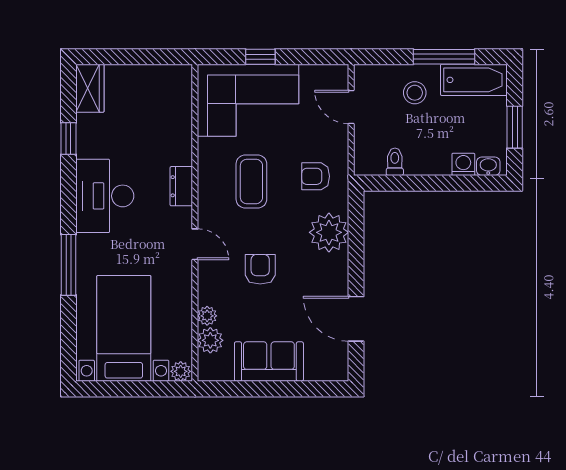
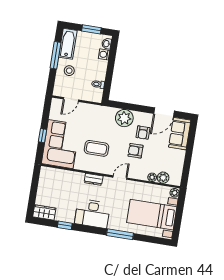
armchair: (316, 176) -> (143, 133), moved
sofa: (269, 362) -> (180, 134), moved

